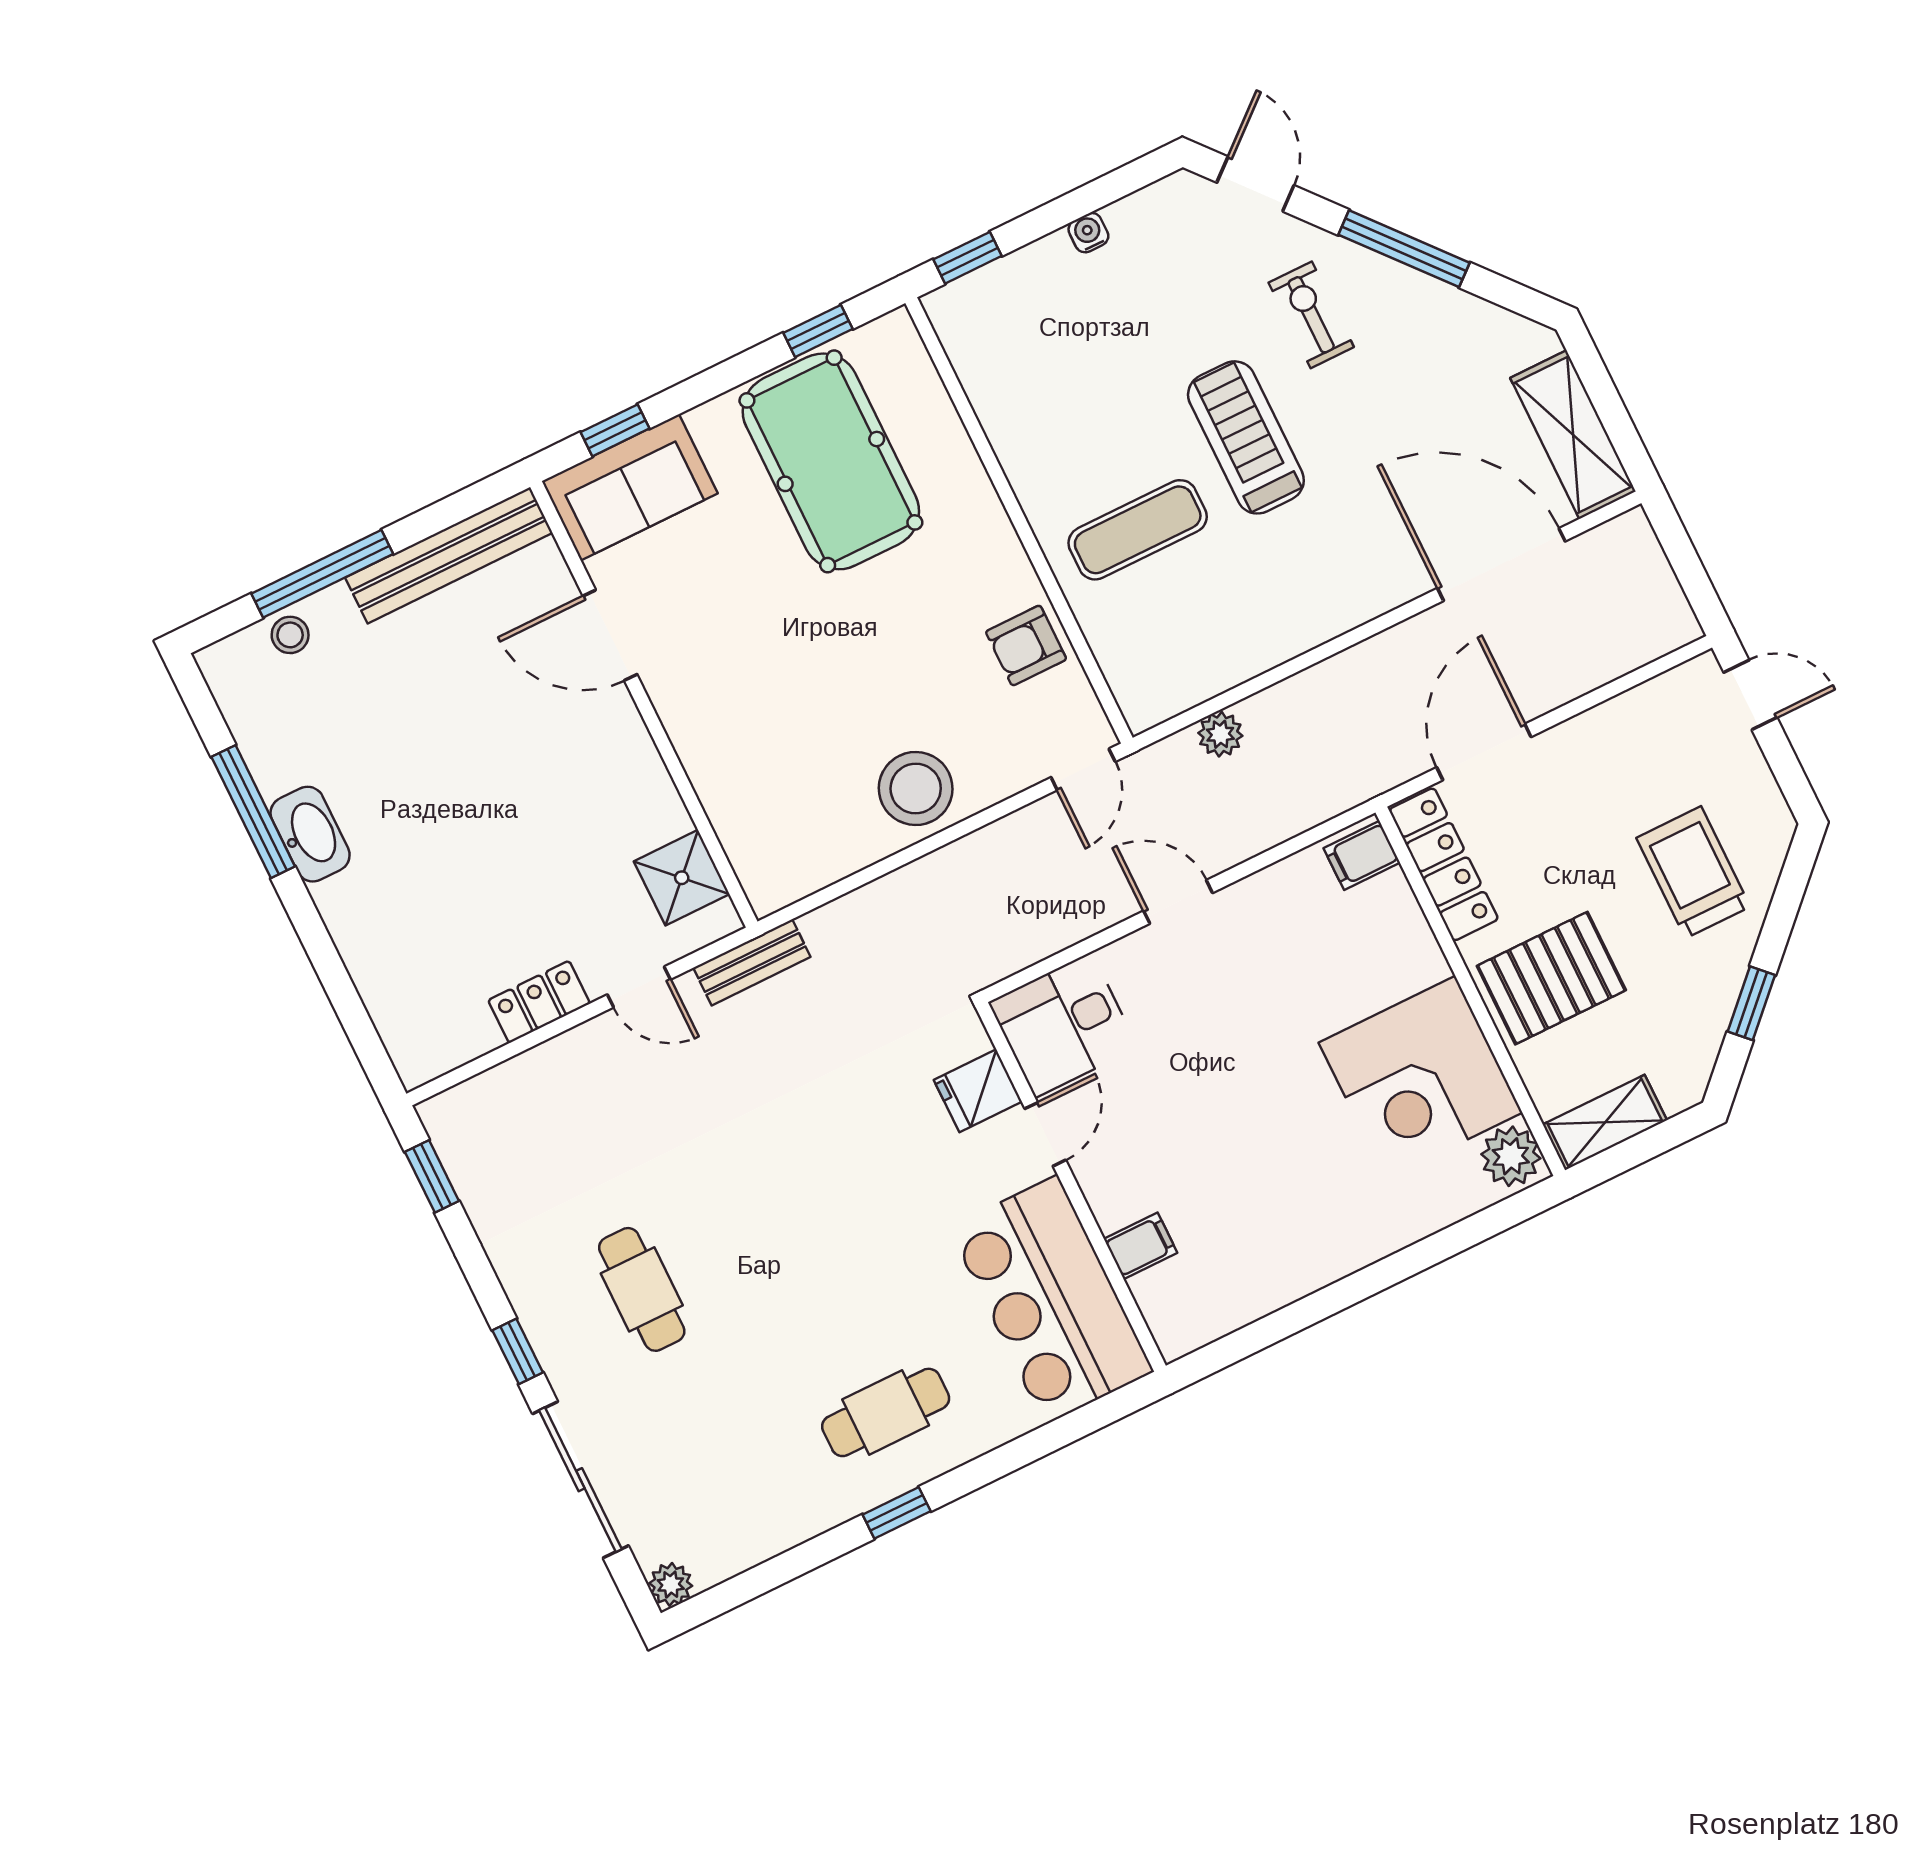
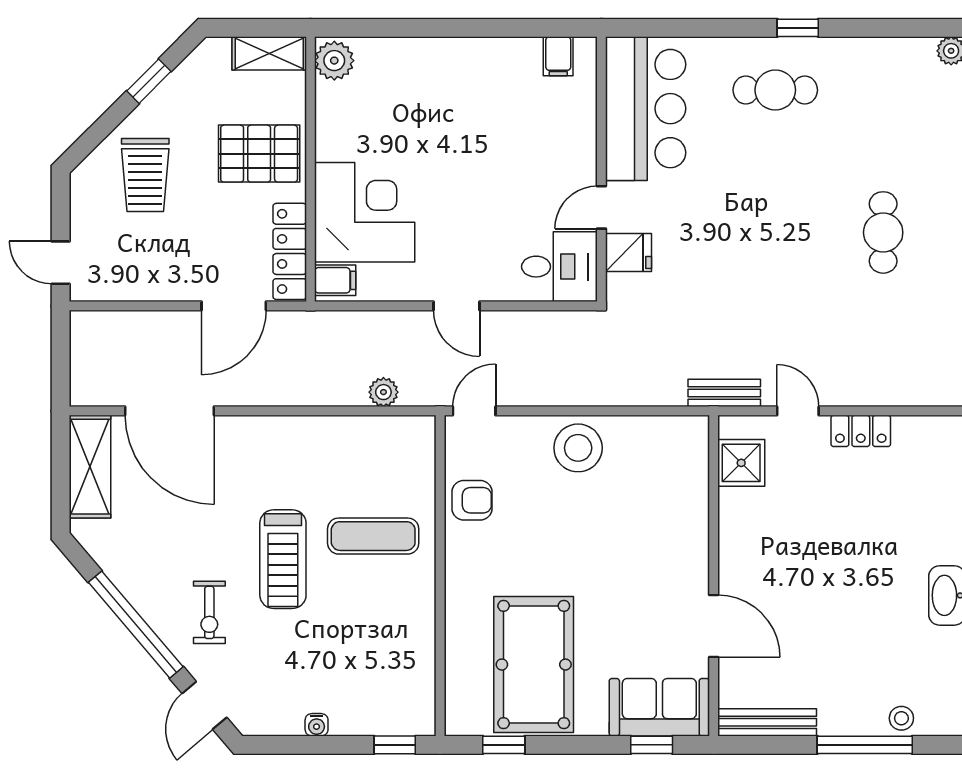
window: (1404, 249) -> (136, 625), width x1.46
bench: (449, 555) -> (767, 722), width x0.73, depth x0.82
corner desk: (1421, 1078) -> (365, 212), moved
filing cabinet: (1141, 1246) -> (558, 56), moved, turned -90

